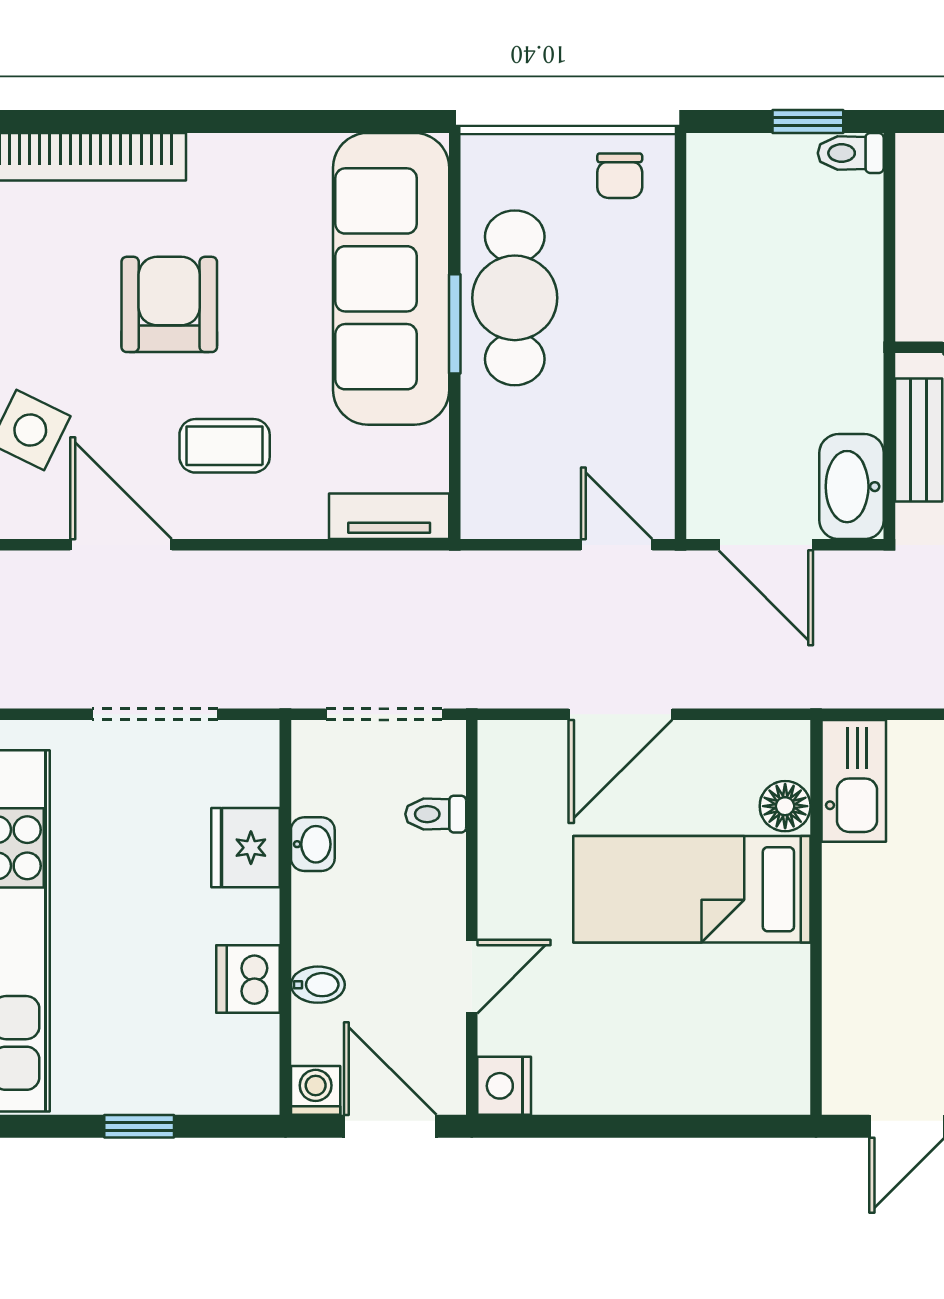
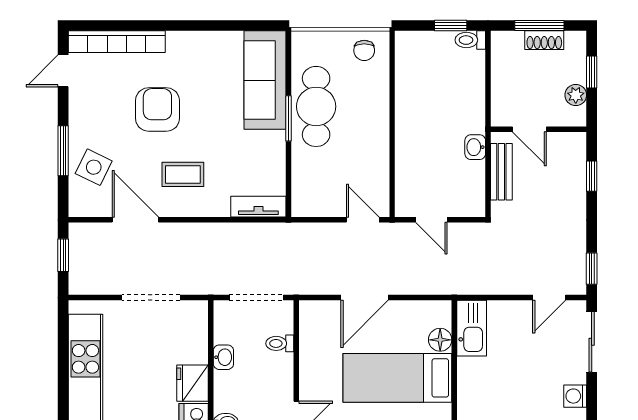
sofa: (391, 279) -> (265, 80), width x0.74, depth x0.79
washbasin: (852, 487) -> (475, 147), moved, width x0.52, depth x0.69
door: (766, 545) -> (431, 220), width x0.73
fridge: (246, 848) -> (193, 383), moved

